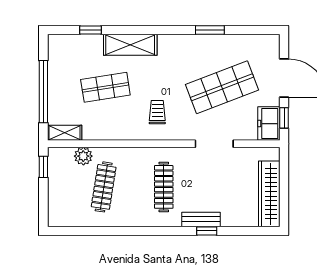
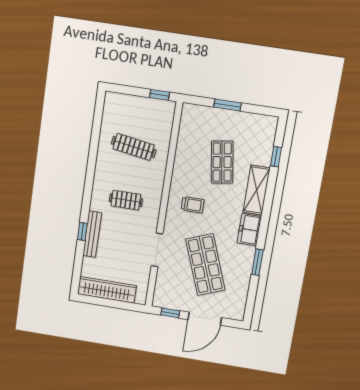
window: (43, 92) -> (228, 105), width x0.47
freezer: (269, 124) -> (249, 230), moved, turned -90
shelving: (65, 133) -> (187, 119), removed
plant: (83, 156) -> (164, 133), removed
clothes rail: (164, 187) -> (126, 200), width x0.73
bench: (201, 219) -> (92, 234), width x1.36

